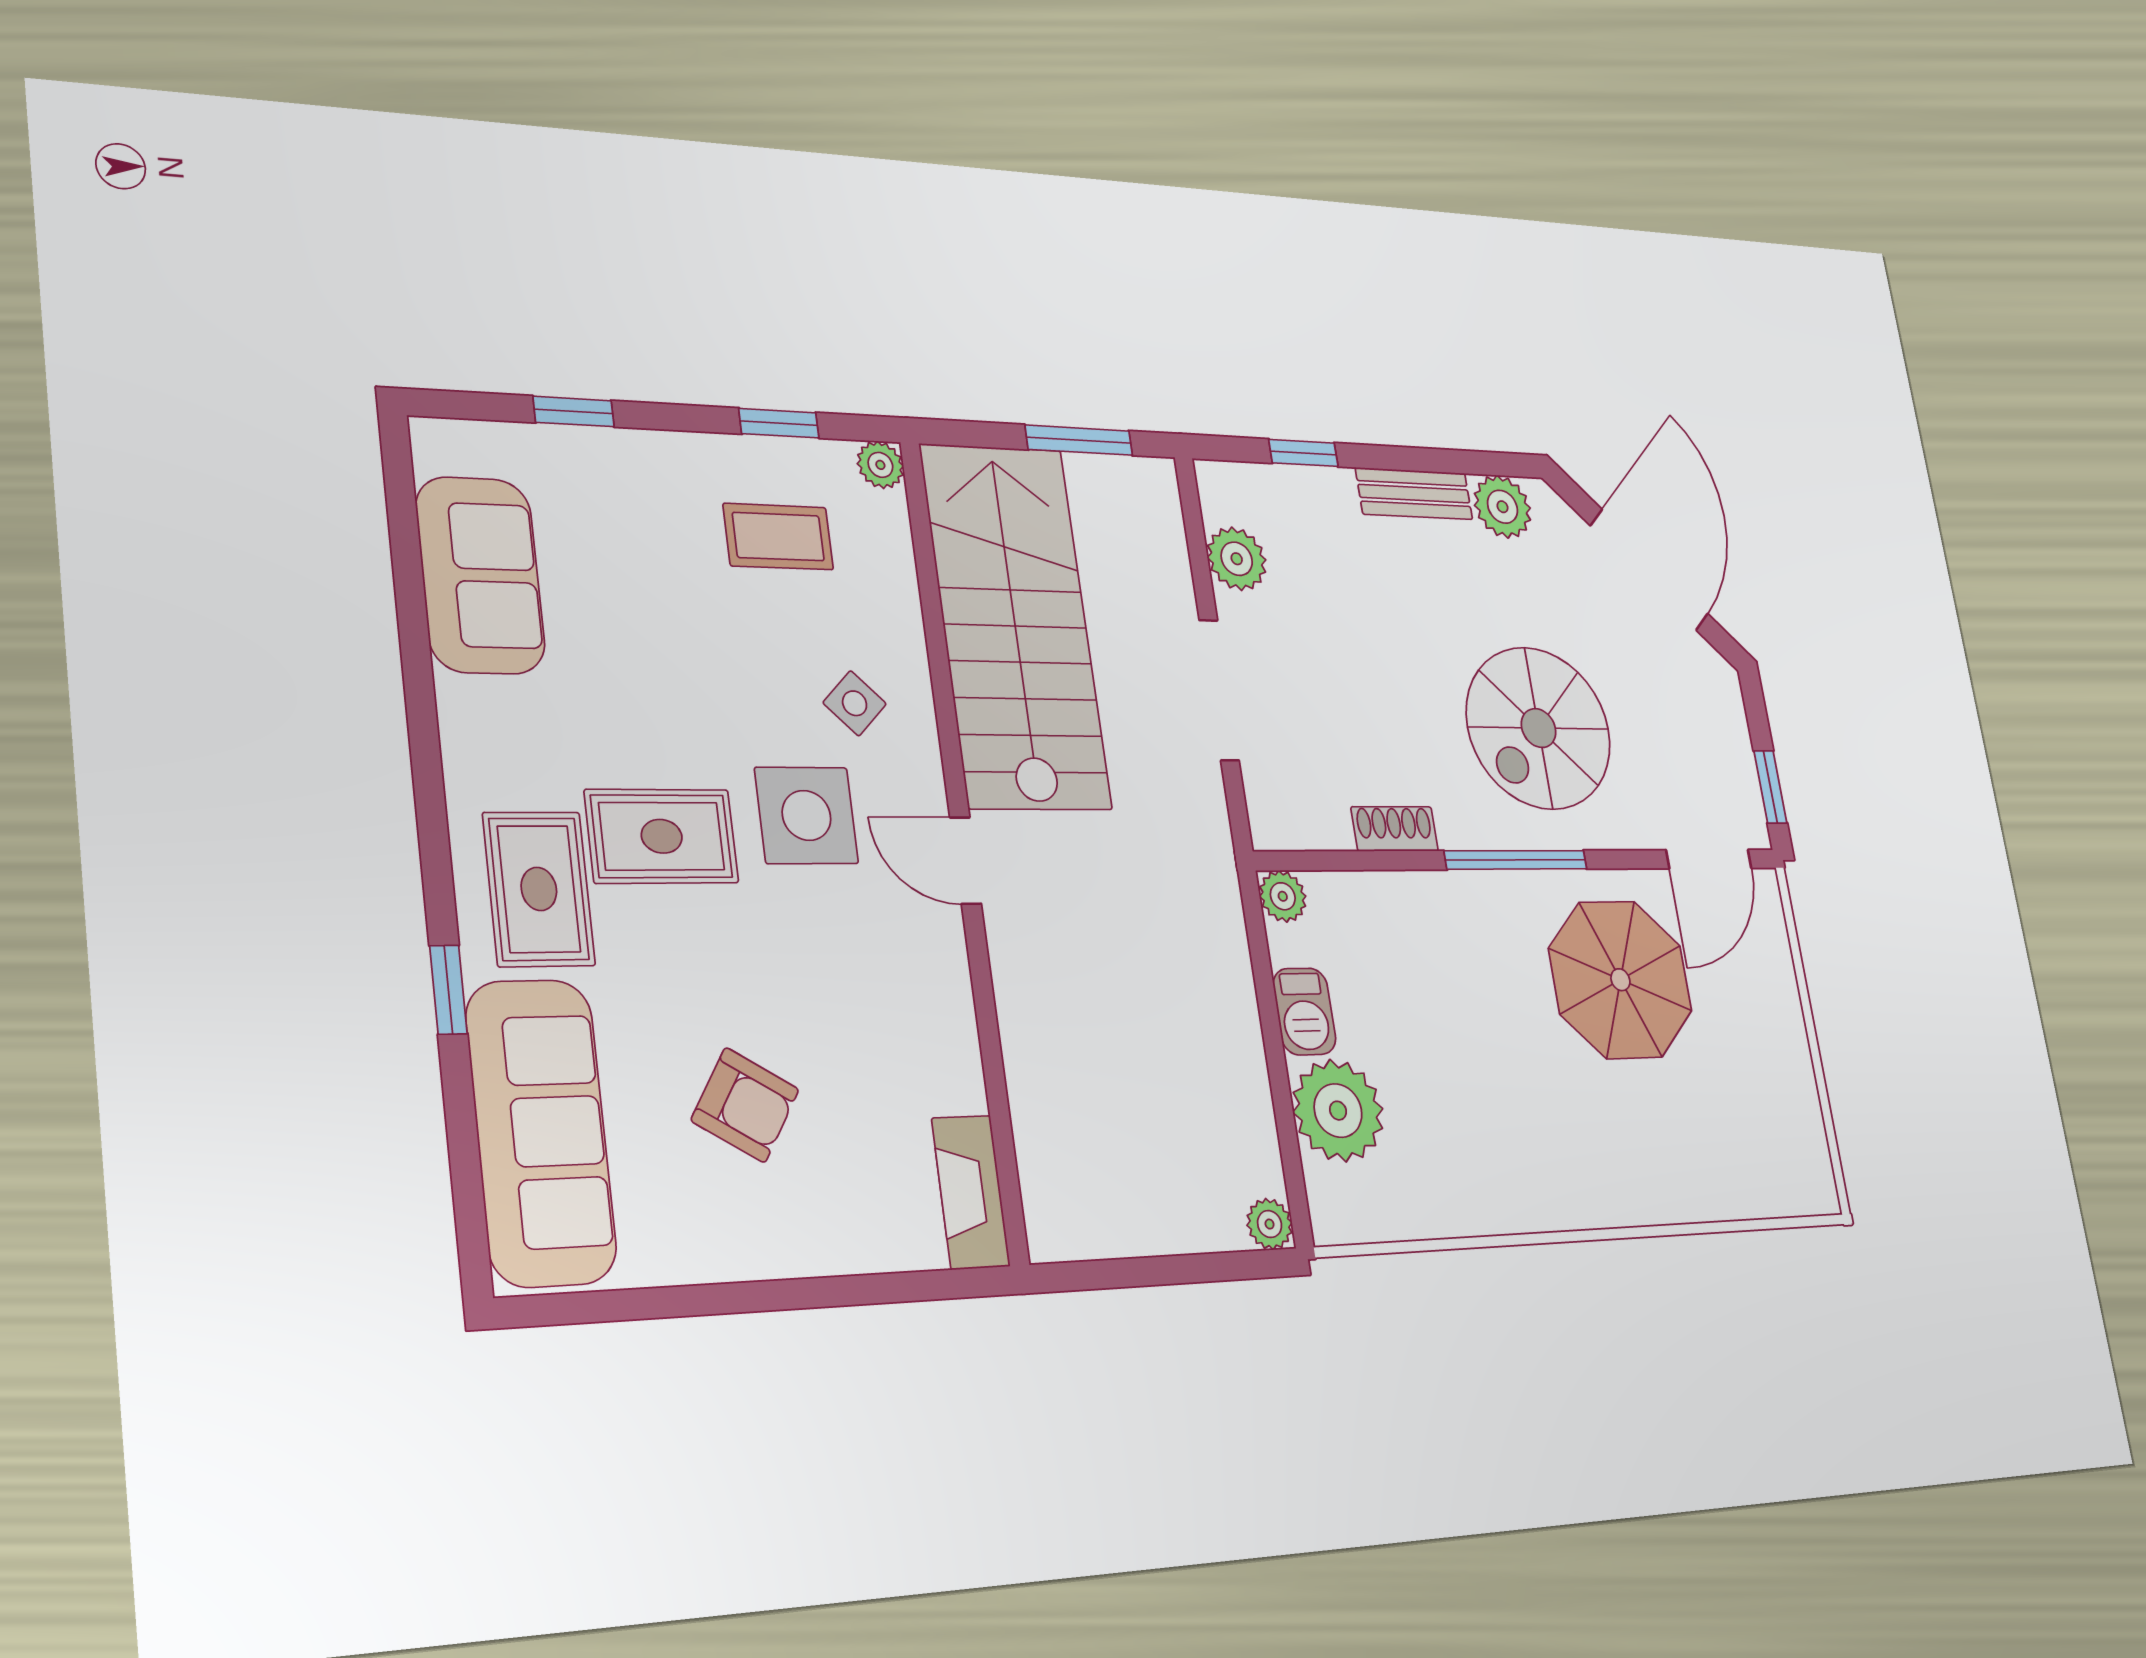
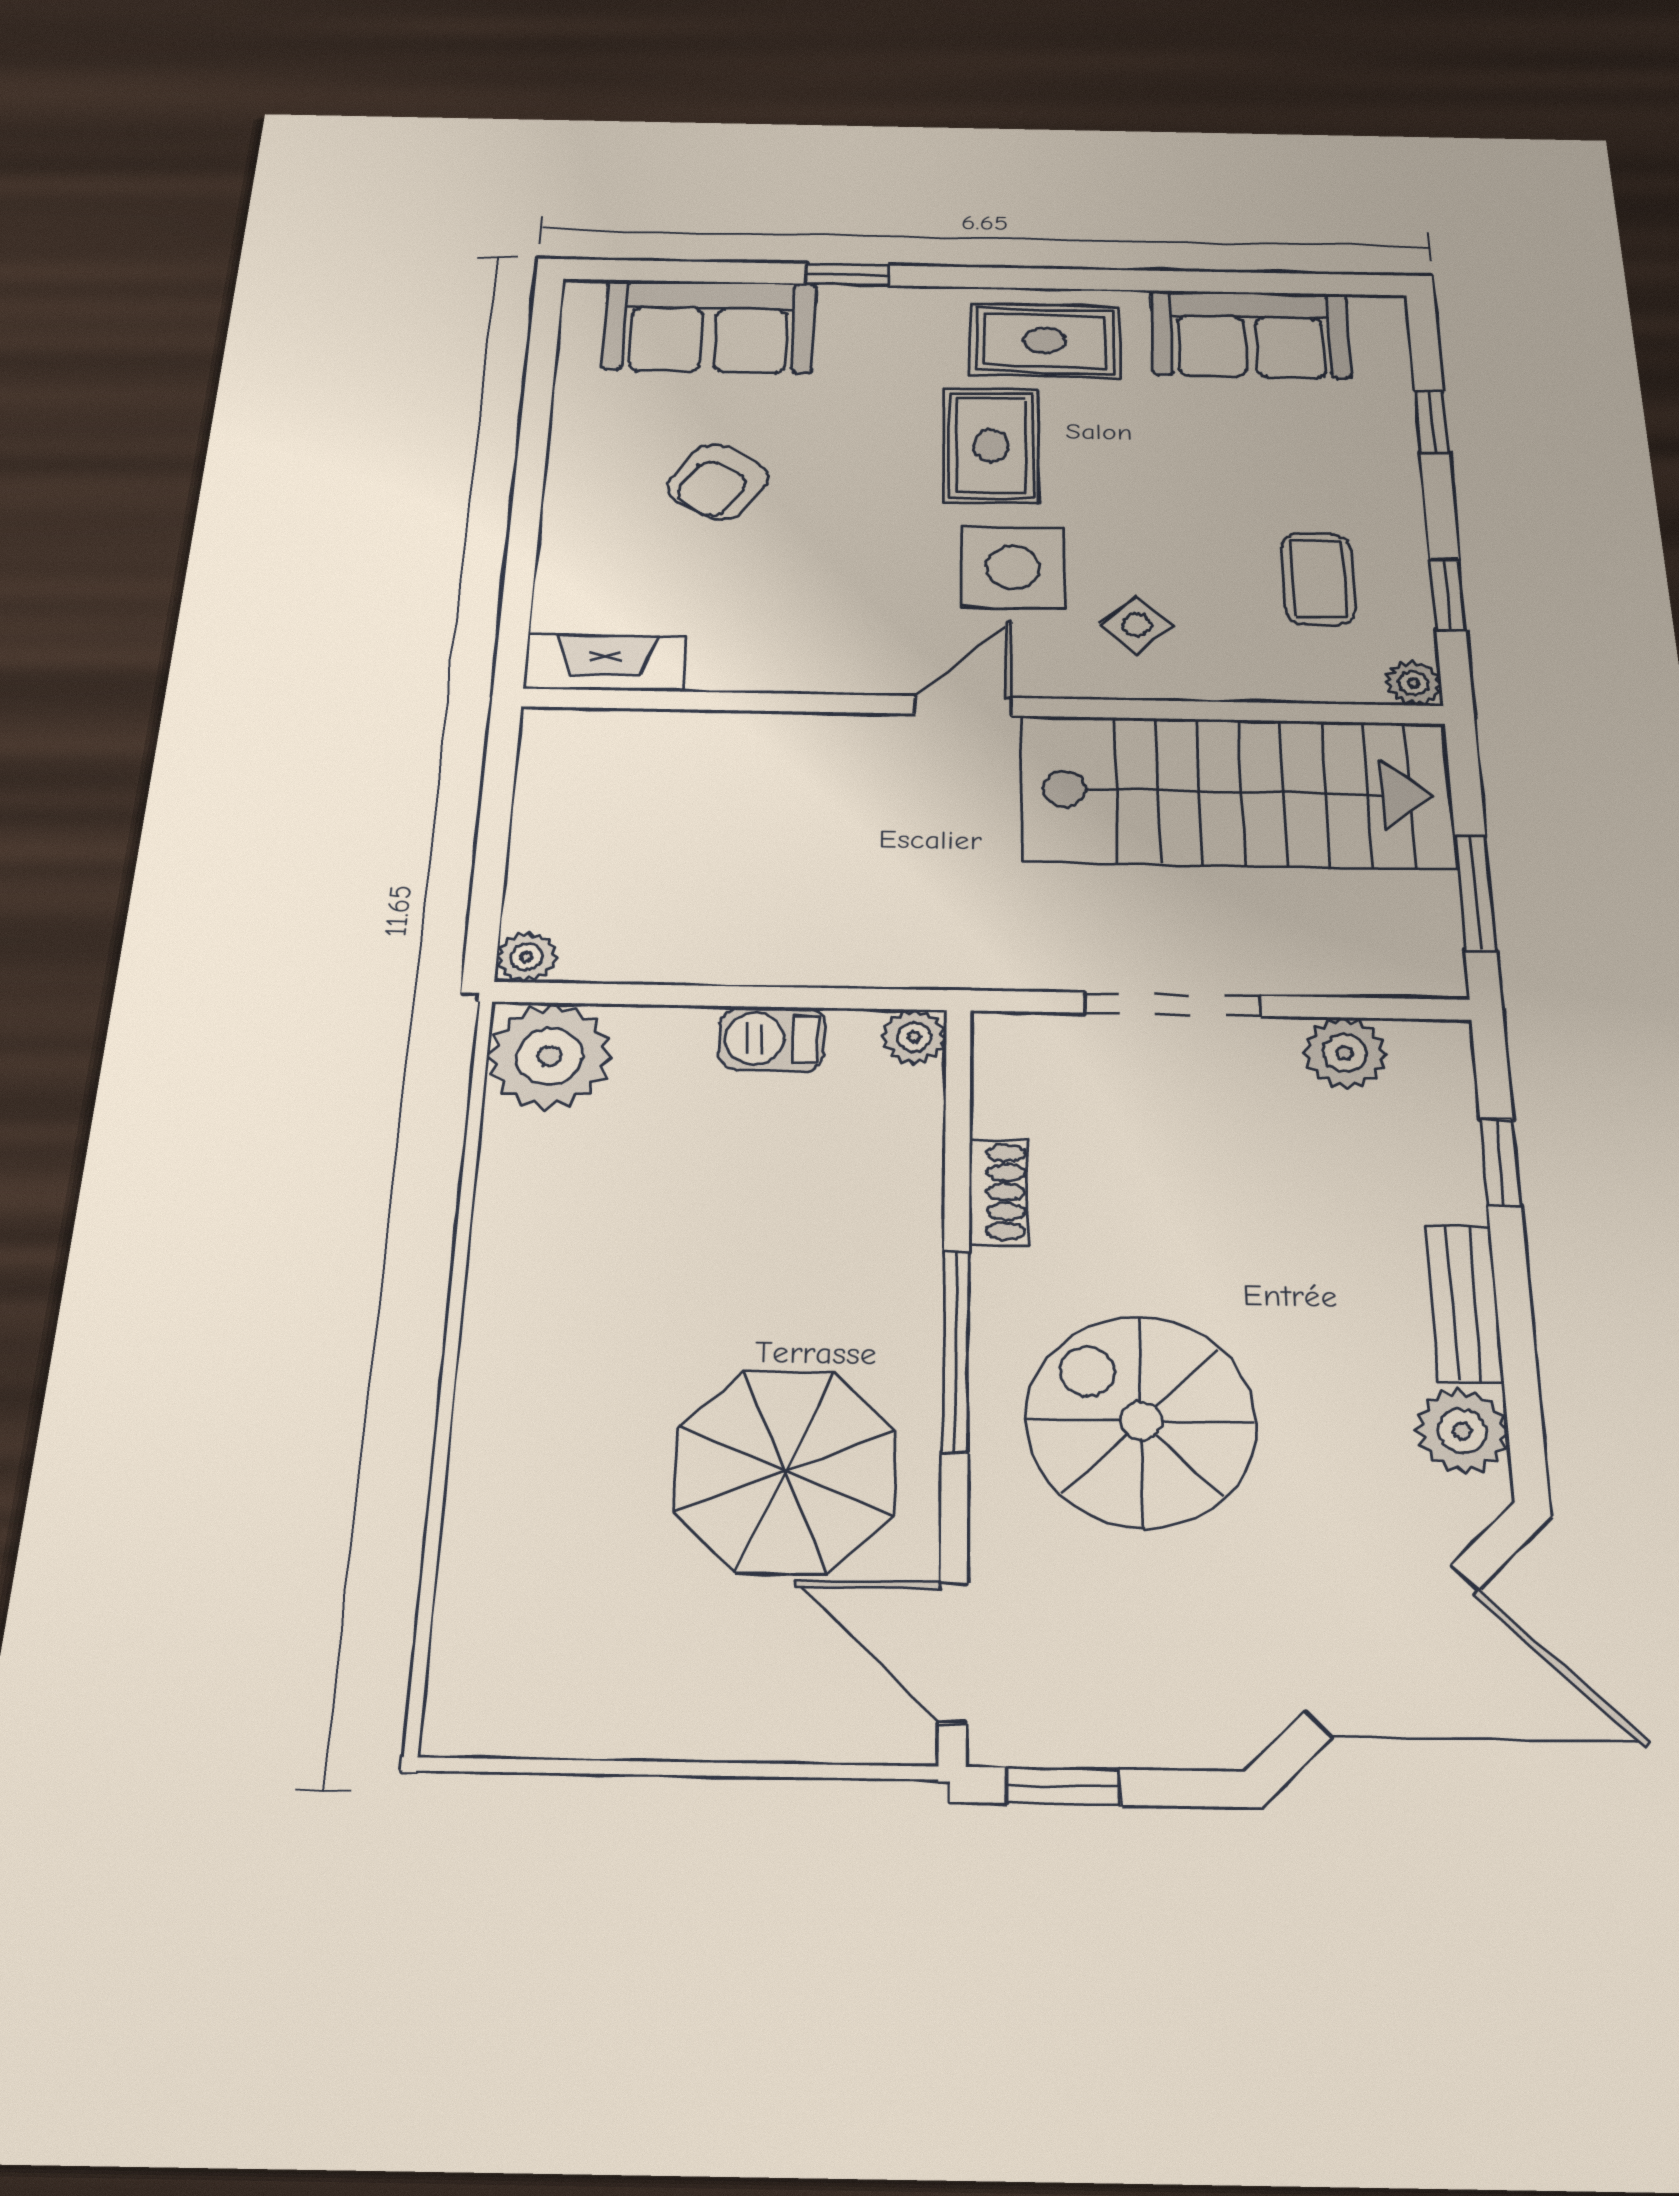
rug: (539, 889) -> (1045, 341), moved
plant: (1338, 1111) -> (549, 1056), moved
sofa: (541, 1132) -> (709, 326), width x0.73

